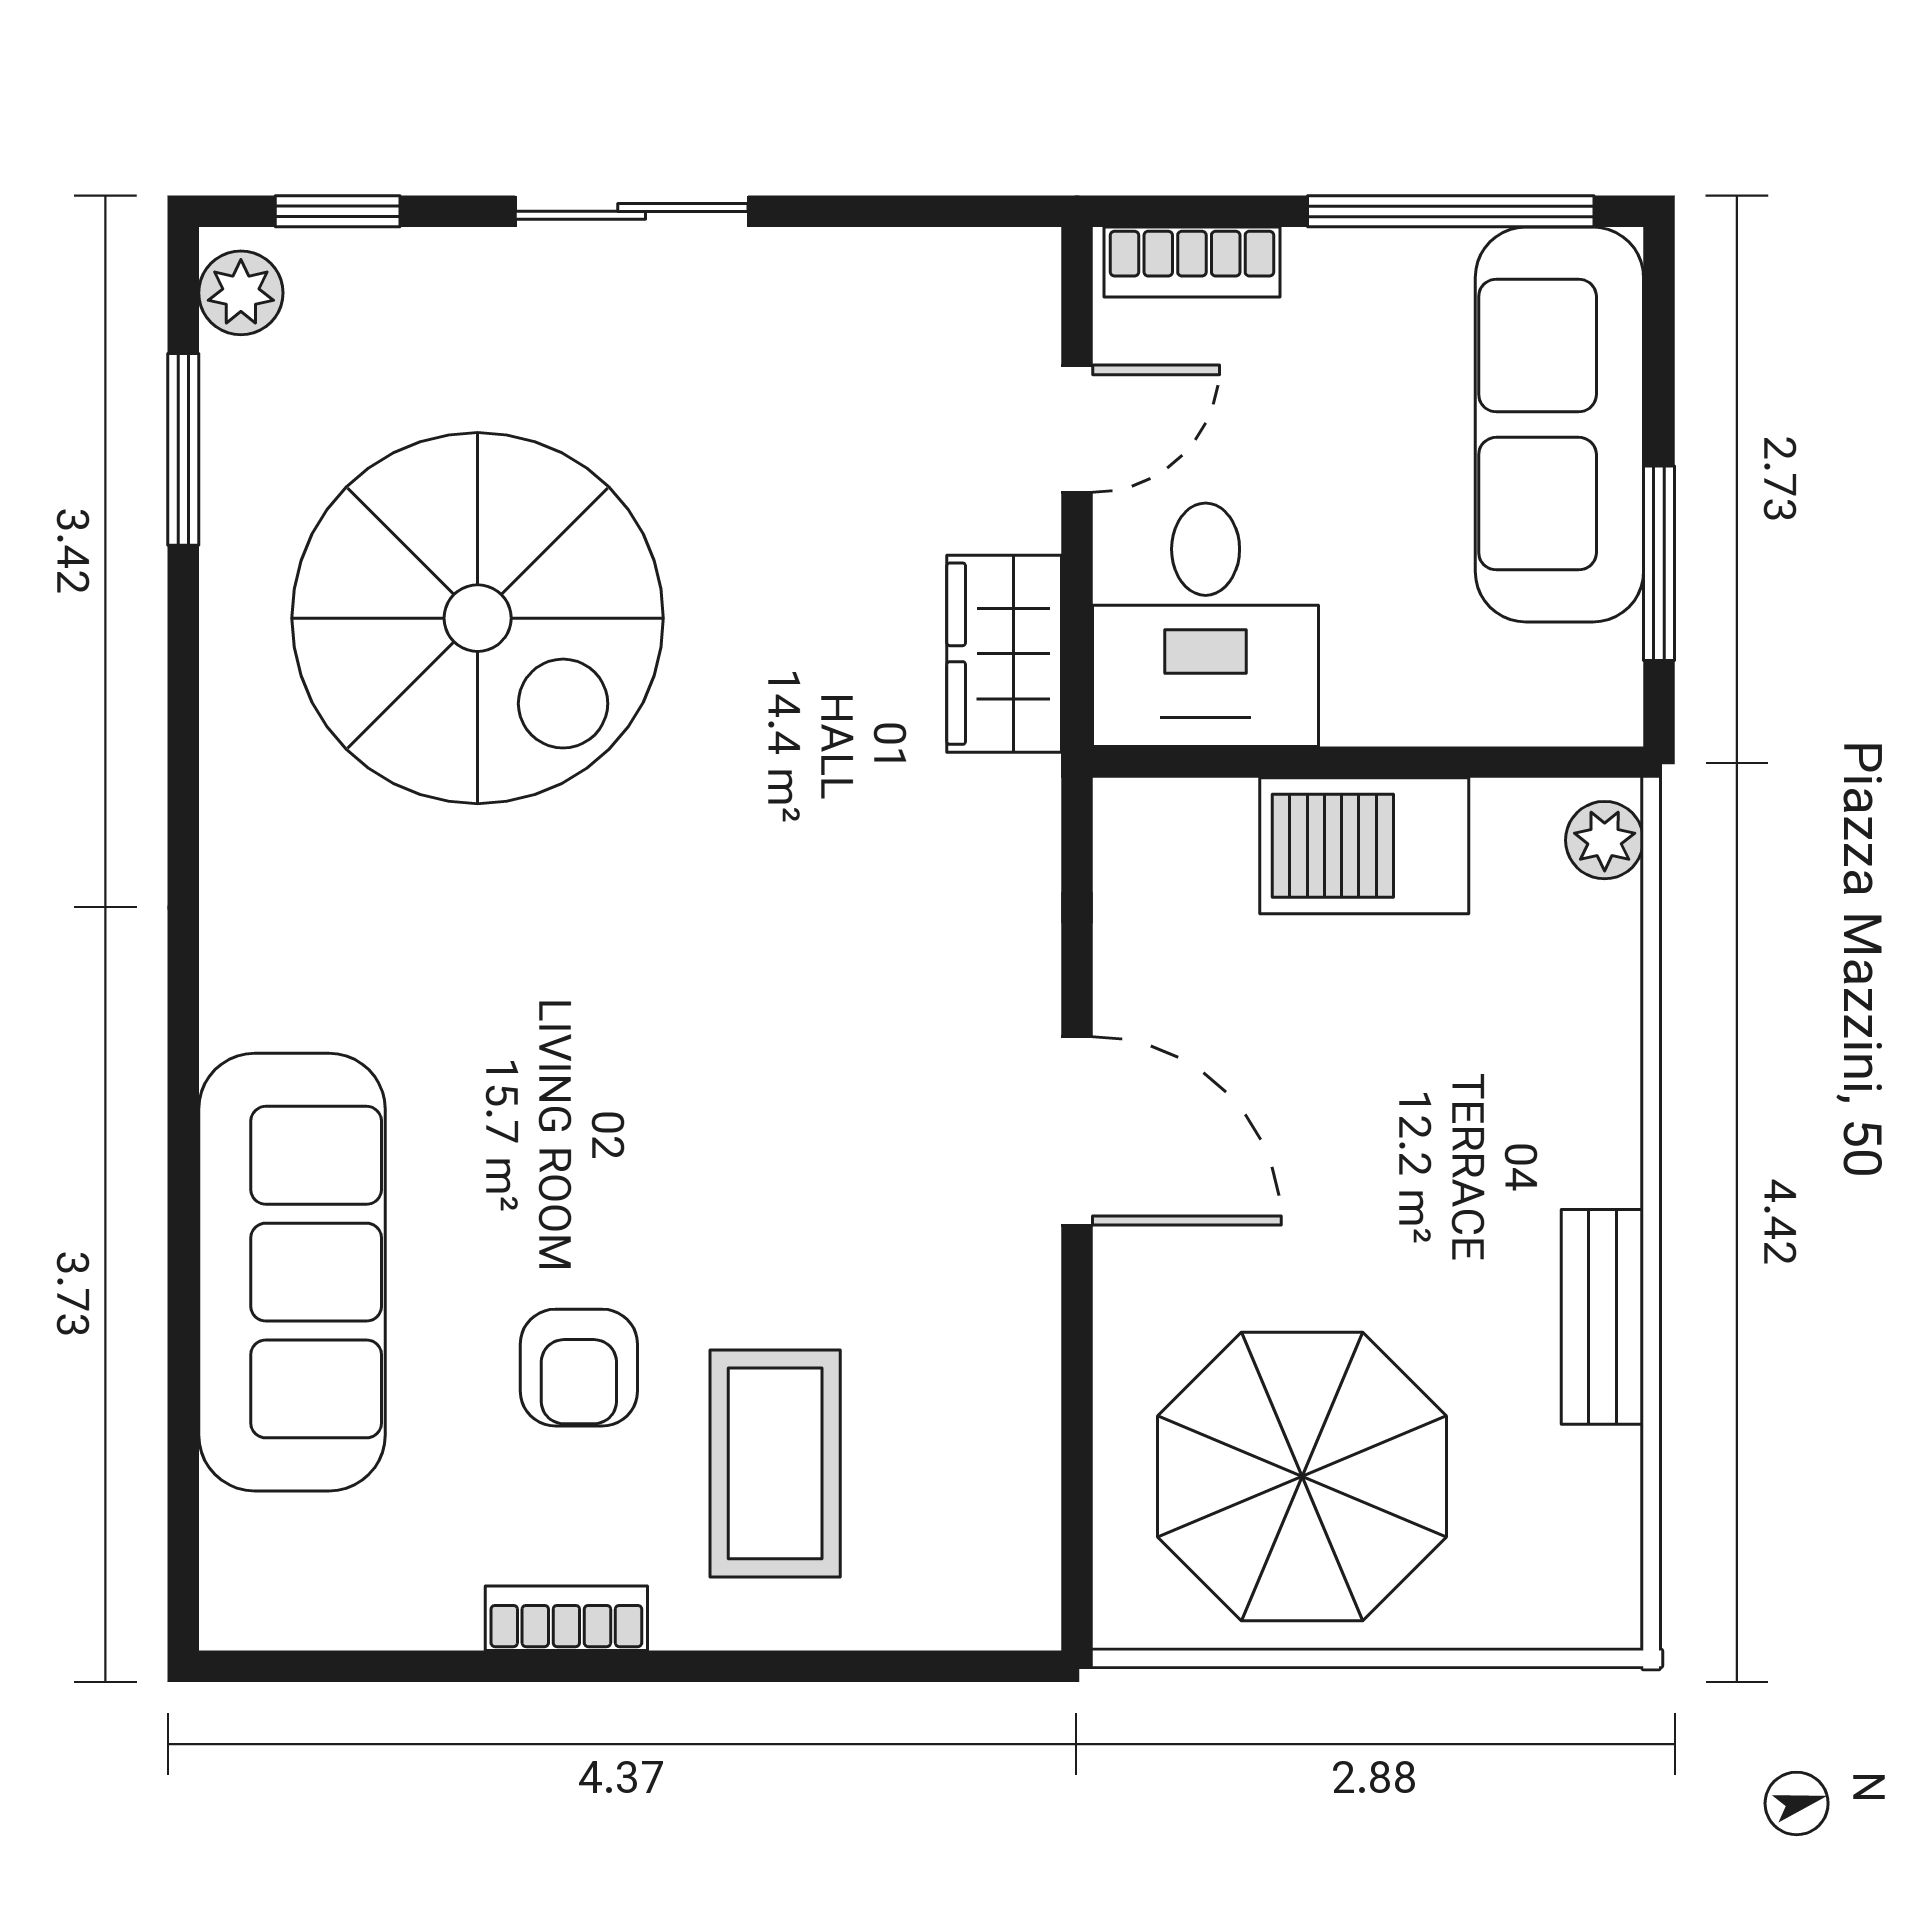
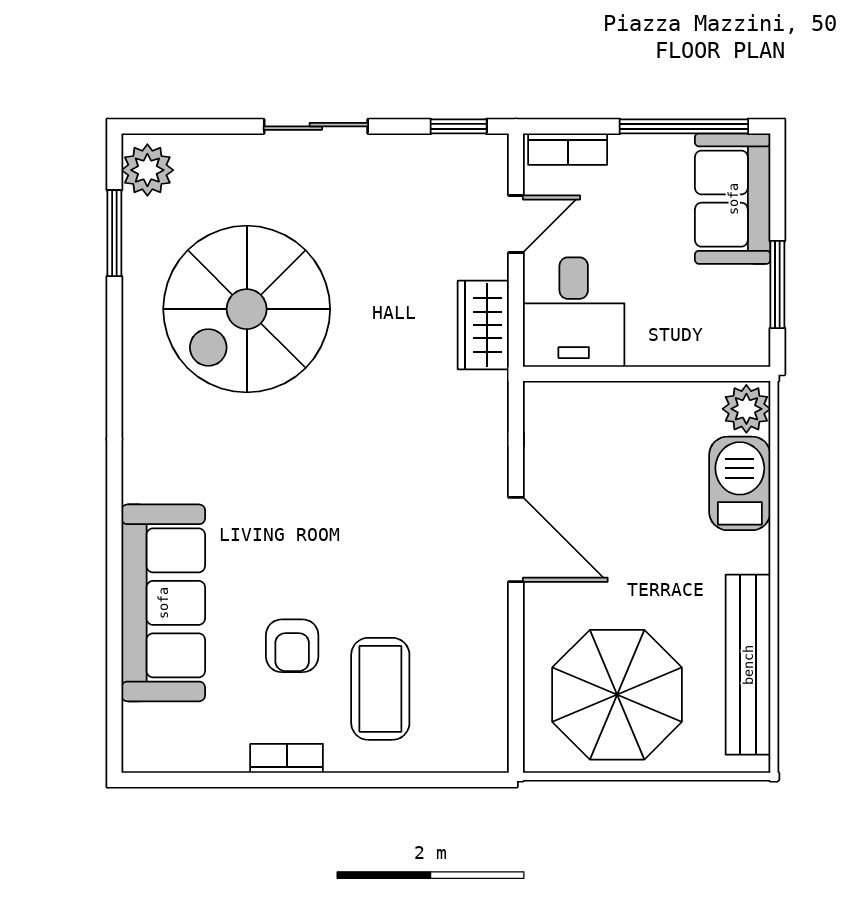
window: (338, 211) -> (459, 126), moved
plant: (241, 293) -> (147, 170), width x1.38, depth x1.38
sofa: (1559, 425) -> (733, 199), width x0.73
spiral stairs: (478, 618) -> (247, 309), turned 90
plant: (1605, 840) -> (746, 409), width x1.38, depth x1.38
barbecue: (1364, 846) -> (740, 483), moved, turned 90
bench: (1602, 1317) -> (748, 665), width x1.86, depth x1.21

